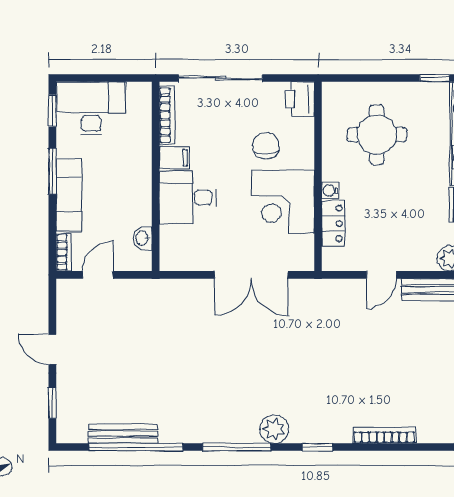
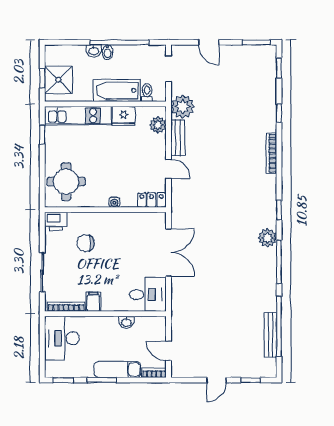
sliding door: (221, 78) -> (42, 272), width x0.73
desk: (91, 109) -> (62, 338), moved
round table: (377, 135) -> (66, 182), moved
desk: (188, 197) -> (148, 295), moved, turned -90
corner desk: (283, 202) -> (122, 232), removed
locker: (333, 223) -> (152, 200), moved
washbasin: (143, 238) -> (126, 322), moved
bookcase: (384, 435) -> (271, 153), moved

